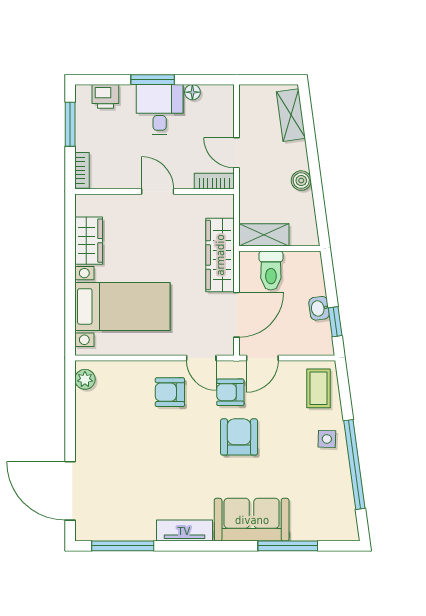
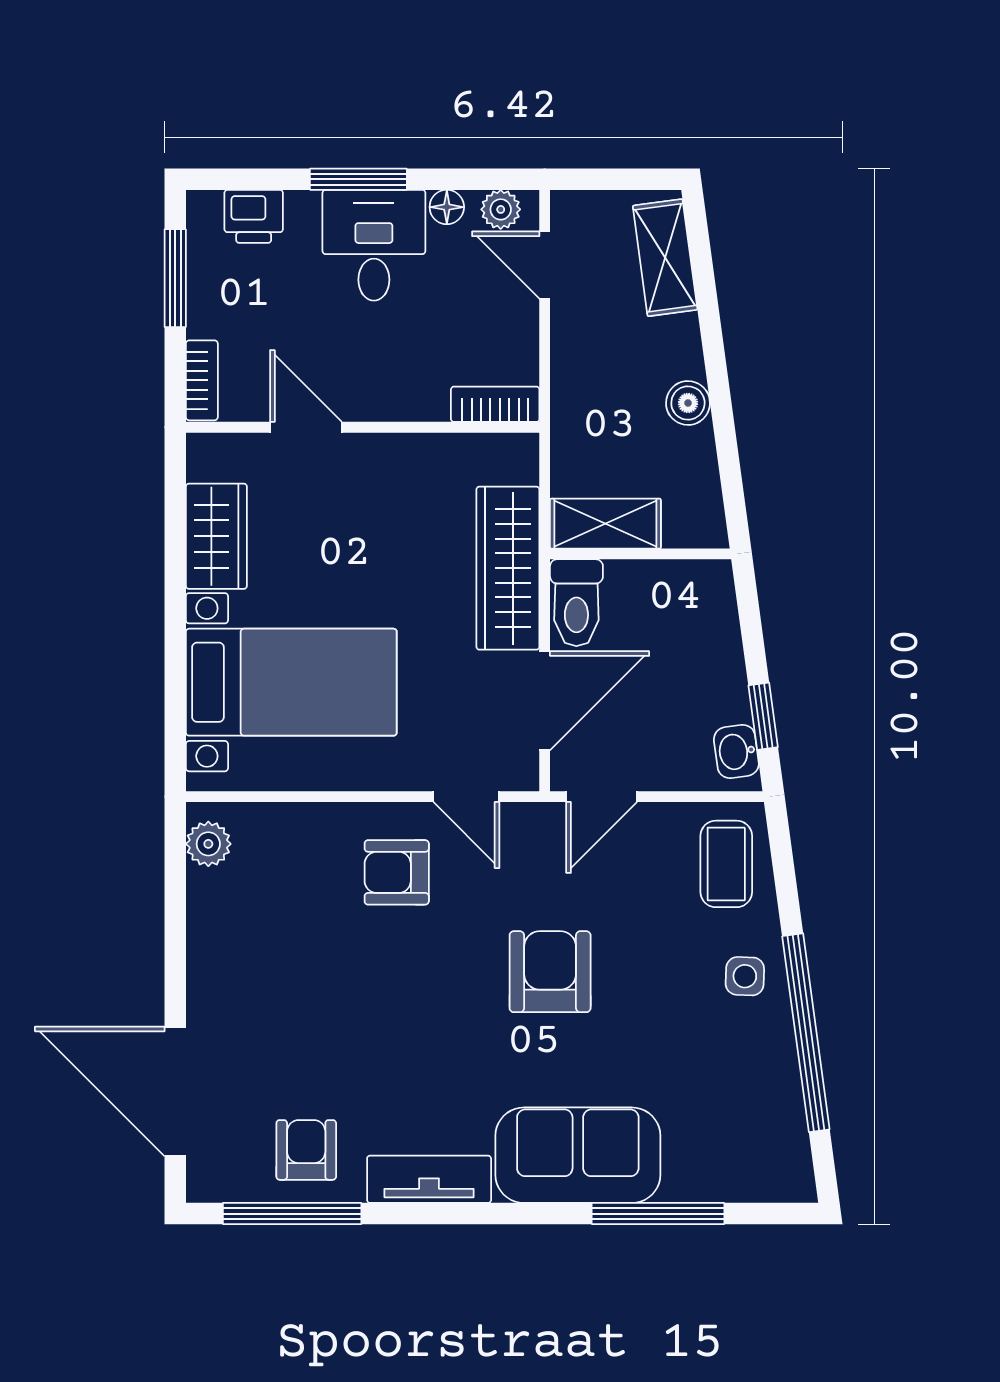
plant: (217, 93) -> (501, 209), added
door: (237, 153) -> (545, 265), moved
door: (158, 191) -> (306, 427), moved
toilet: (271, 271) -> (576, 603), moved
washbasin: (319, 308) -> (736, 752), moved
armchair: (230, 392) -> (306, 1150), moved, turned 90

